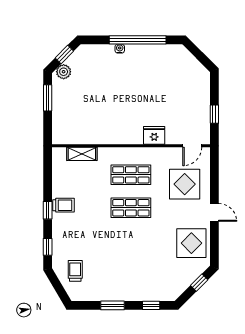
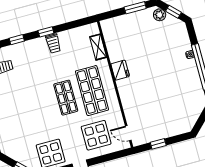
fridge: (154, 135) -> (120, 70), moved
shop shelf: (131, 175) -> (92, 91), width x1.43, depth x1.36

